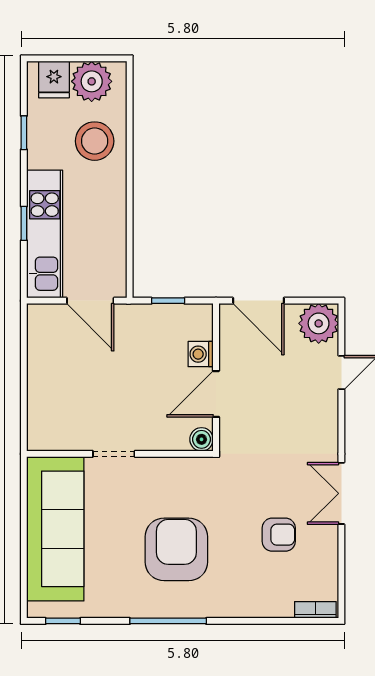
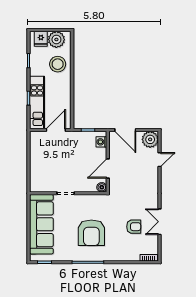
door: (90, 301) -> (56, 130), swing flipped
washing machine: (201, 354) -> (101, 142), moved
double door: (341, 493) -> (160, 222), moved
armchair: (176, 549) -> (91, 233), turned 180

